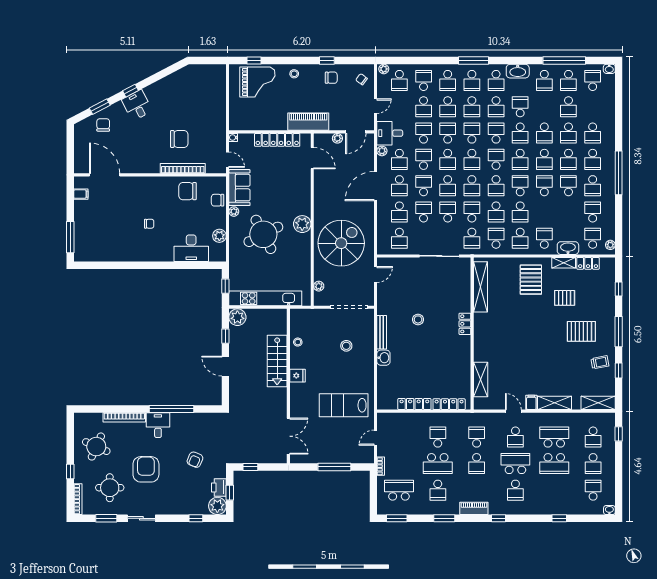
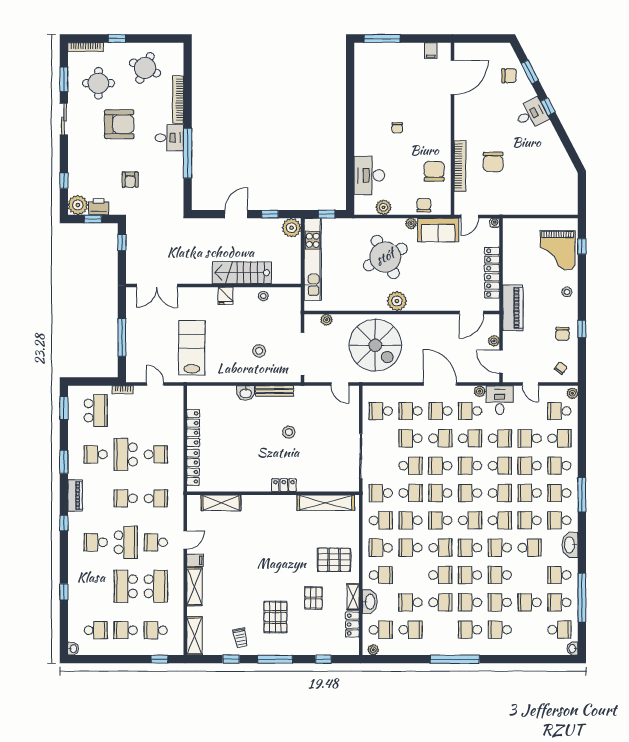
school desk: (593, 186) -> (411, 602), moved
school desk: (424, 212) -> (411, 438), turned 180
armchair: (195, 460) -> (130, 180), turned -113

